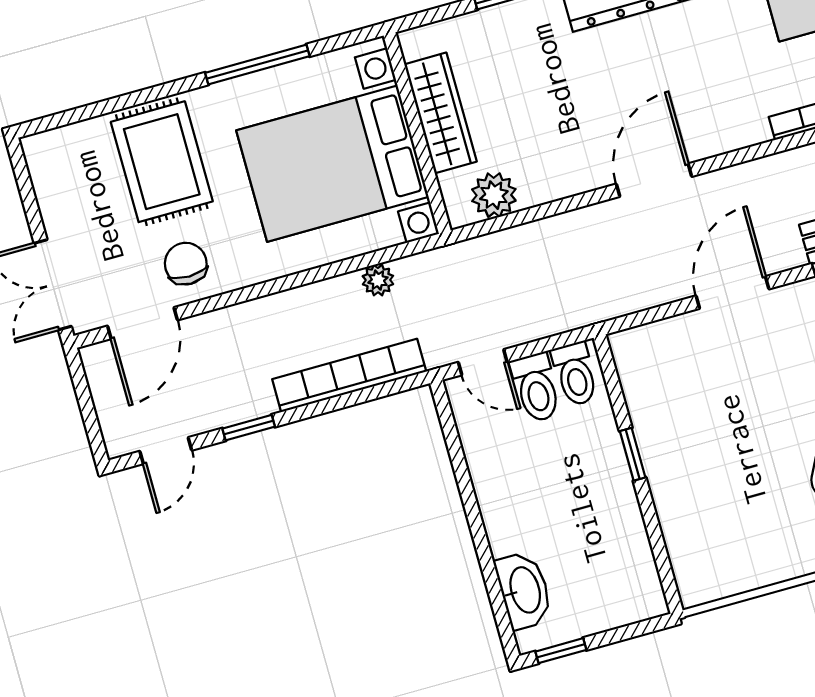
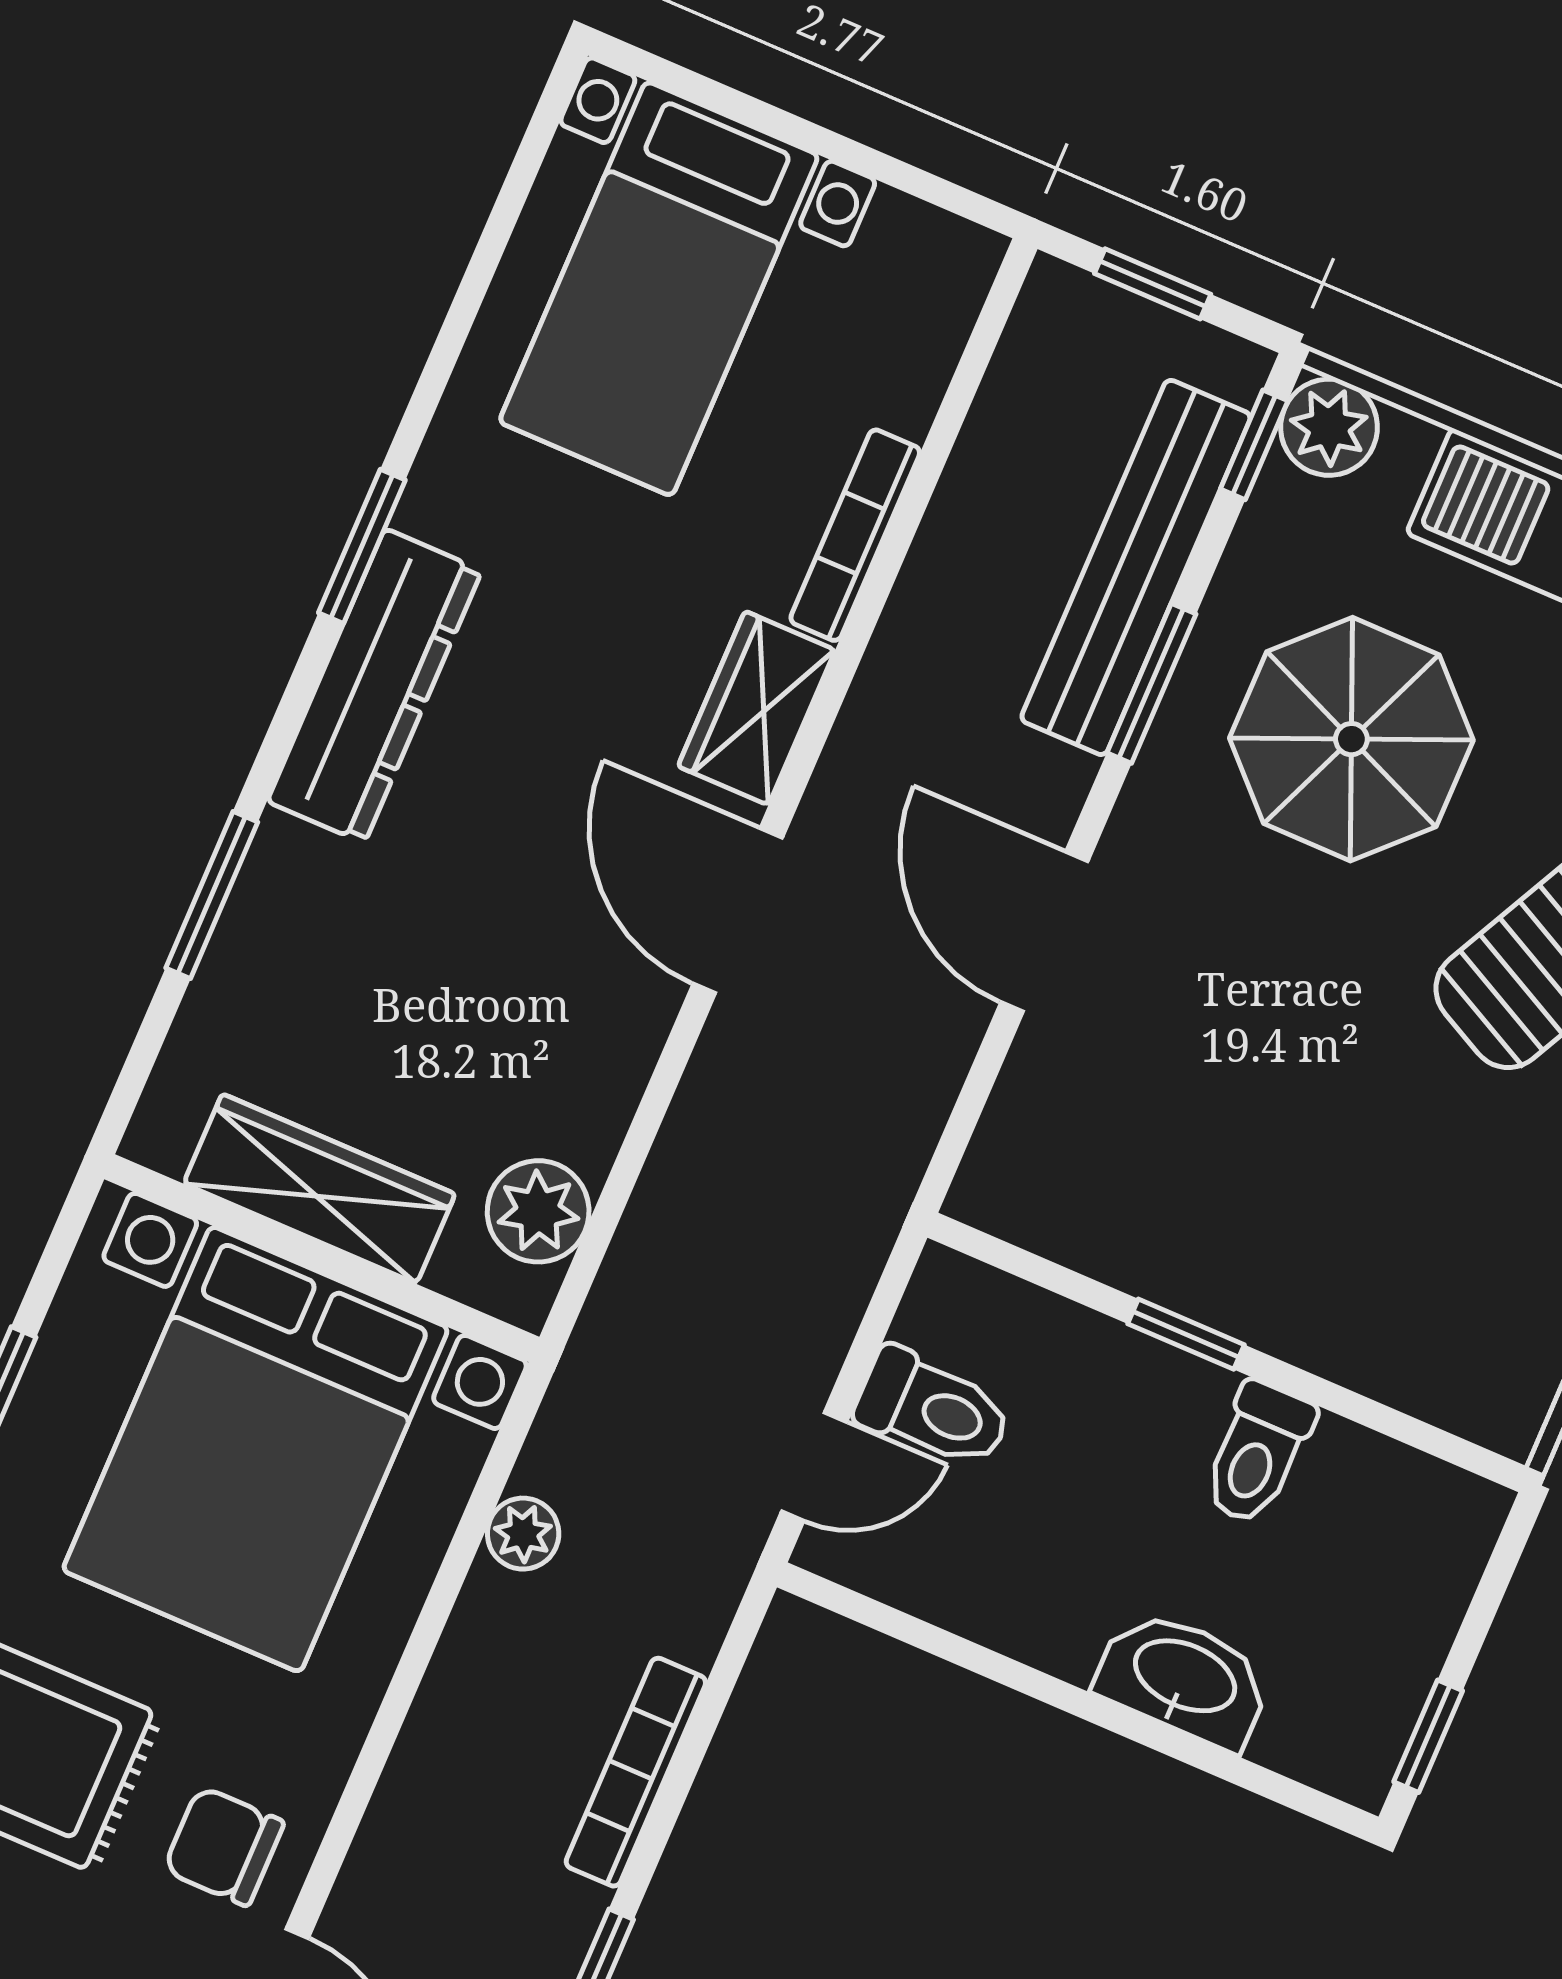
wardrobe: (730, 130) -> (757, 708), added
toilet: (575, 374) -> (1257, 1453), moved, turned 90
bookcase: (349, 375) -> (636, 1772), width x0.68, depth x0.76
washbasin: (524, 590) -> (1184, 1679), moved

